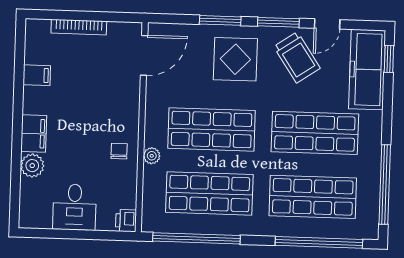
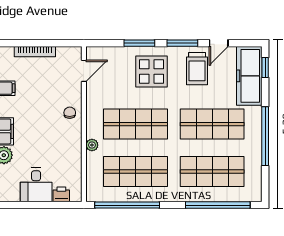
door: (144, 55) -> (84, 71), width x0.73
trolley: (297, 57) -> (197, 69), turned 34
chair: (119, 151) -> (70, 113), moved
window: (385, 184) -> (265, 136), moved
printer: (126, 221) -> (61, 194), moved, turned 90

